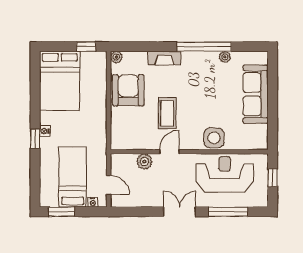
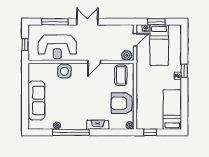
bed: (60, 81) -> (172, 109), width x0.67
armchair: (128, 90) -> (122, 103), turned 90
coffee table: (167, 113) -> (121, 75), moved
plant: (144, 161) -> (127, 55), moved
door: (109, 185) -> (135, 40), swing flipped
window: (62, 212) -> (156, 22), moved
double door: (180, 212) -> (87, 22), swing flipped

